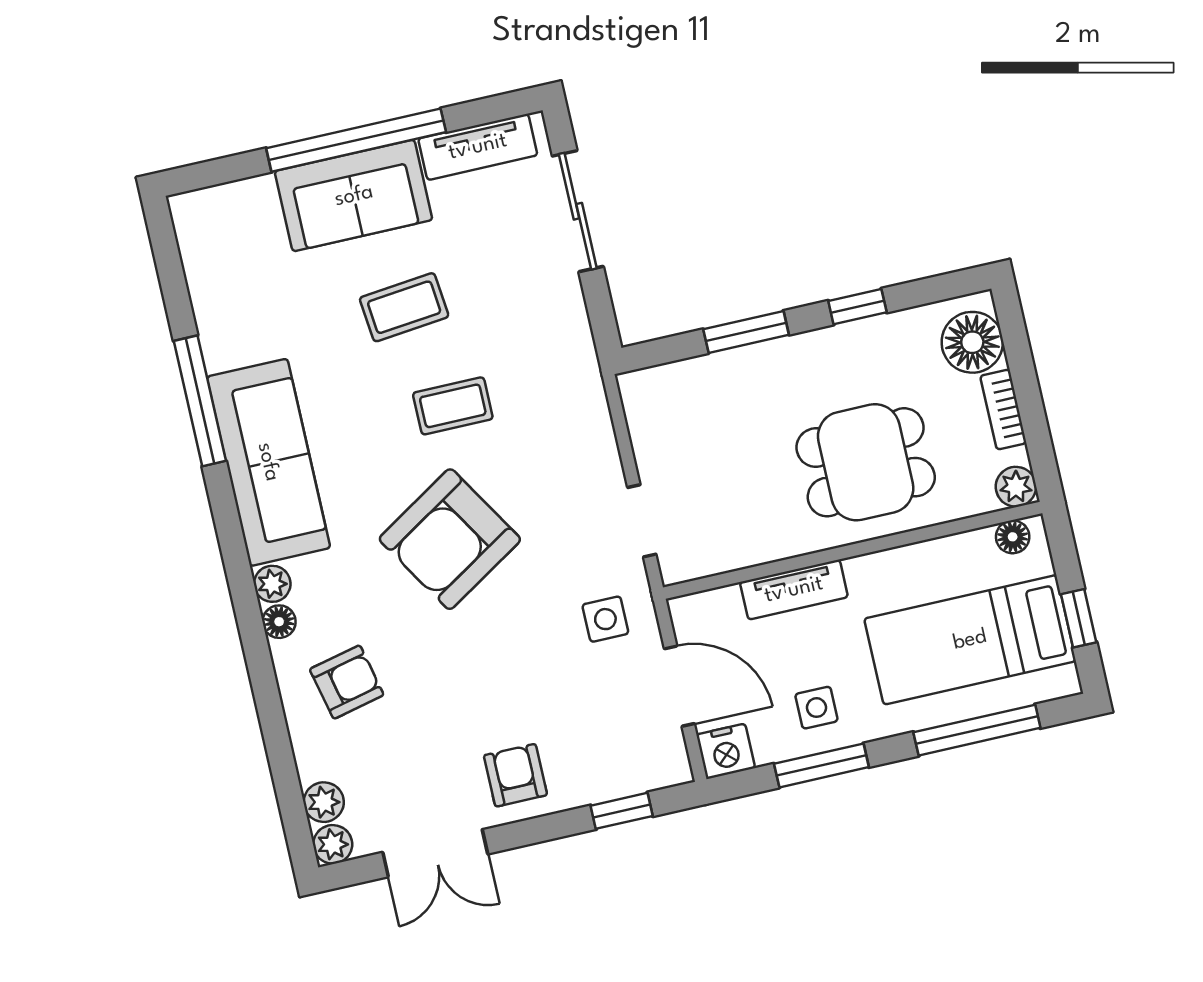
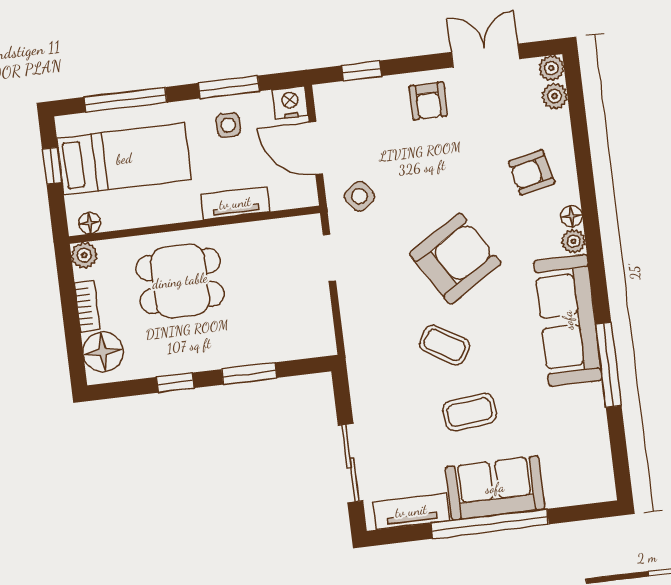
coffee table: (453, 406) -> (445, 345), turned 31
side table: (605, 619) -> (359, 196), turned -37

